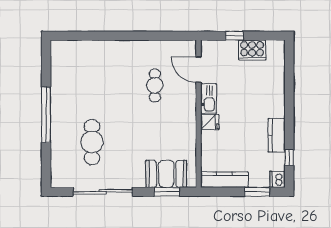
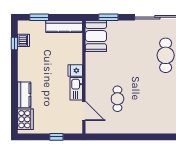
cooker: (252, 50) -> (25, 119), moved, turned 90
kitchen counter: (277, 135) -> (24, 95), moved
booth: (166, 174) -> (96, 36), moved, turned 90
dishwasher: (277, 179) -> (23, 40), moved

